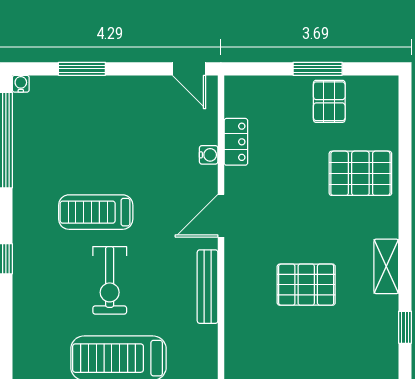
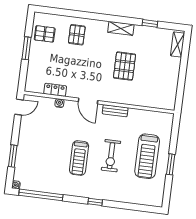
pallet: (329, 101) -> (45, 34), moved
pallet: (360, 173) -> (77, 35), width x0.67, depth x0.71
exercise bike: (110, 280) -> (111, 156), turned 90
bench: (208, 287) -> (115, 111), width x0.73

